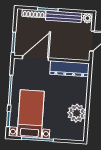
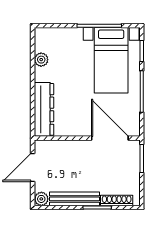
door: (35, 58) -> (110, 138), swing flipped
dresser: (70, 69) -> (44, 109), moved, turned 90
plant: (77, 113) -> (41, 60), width x0.53, depth x0.53

